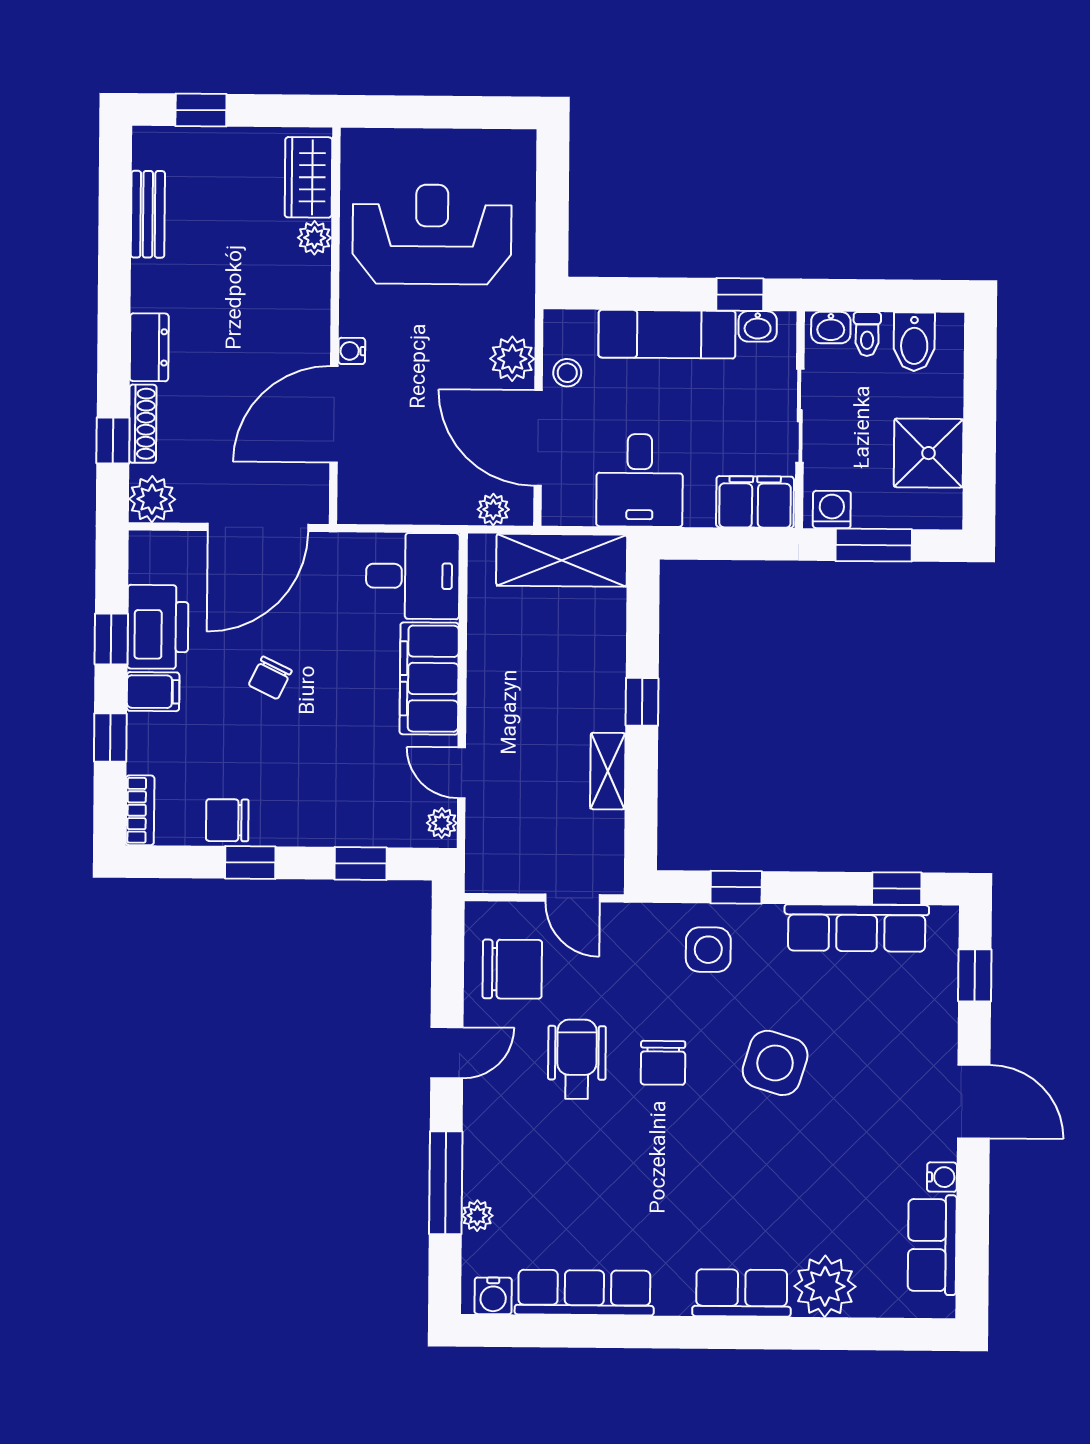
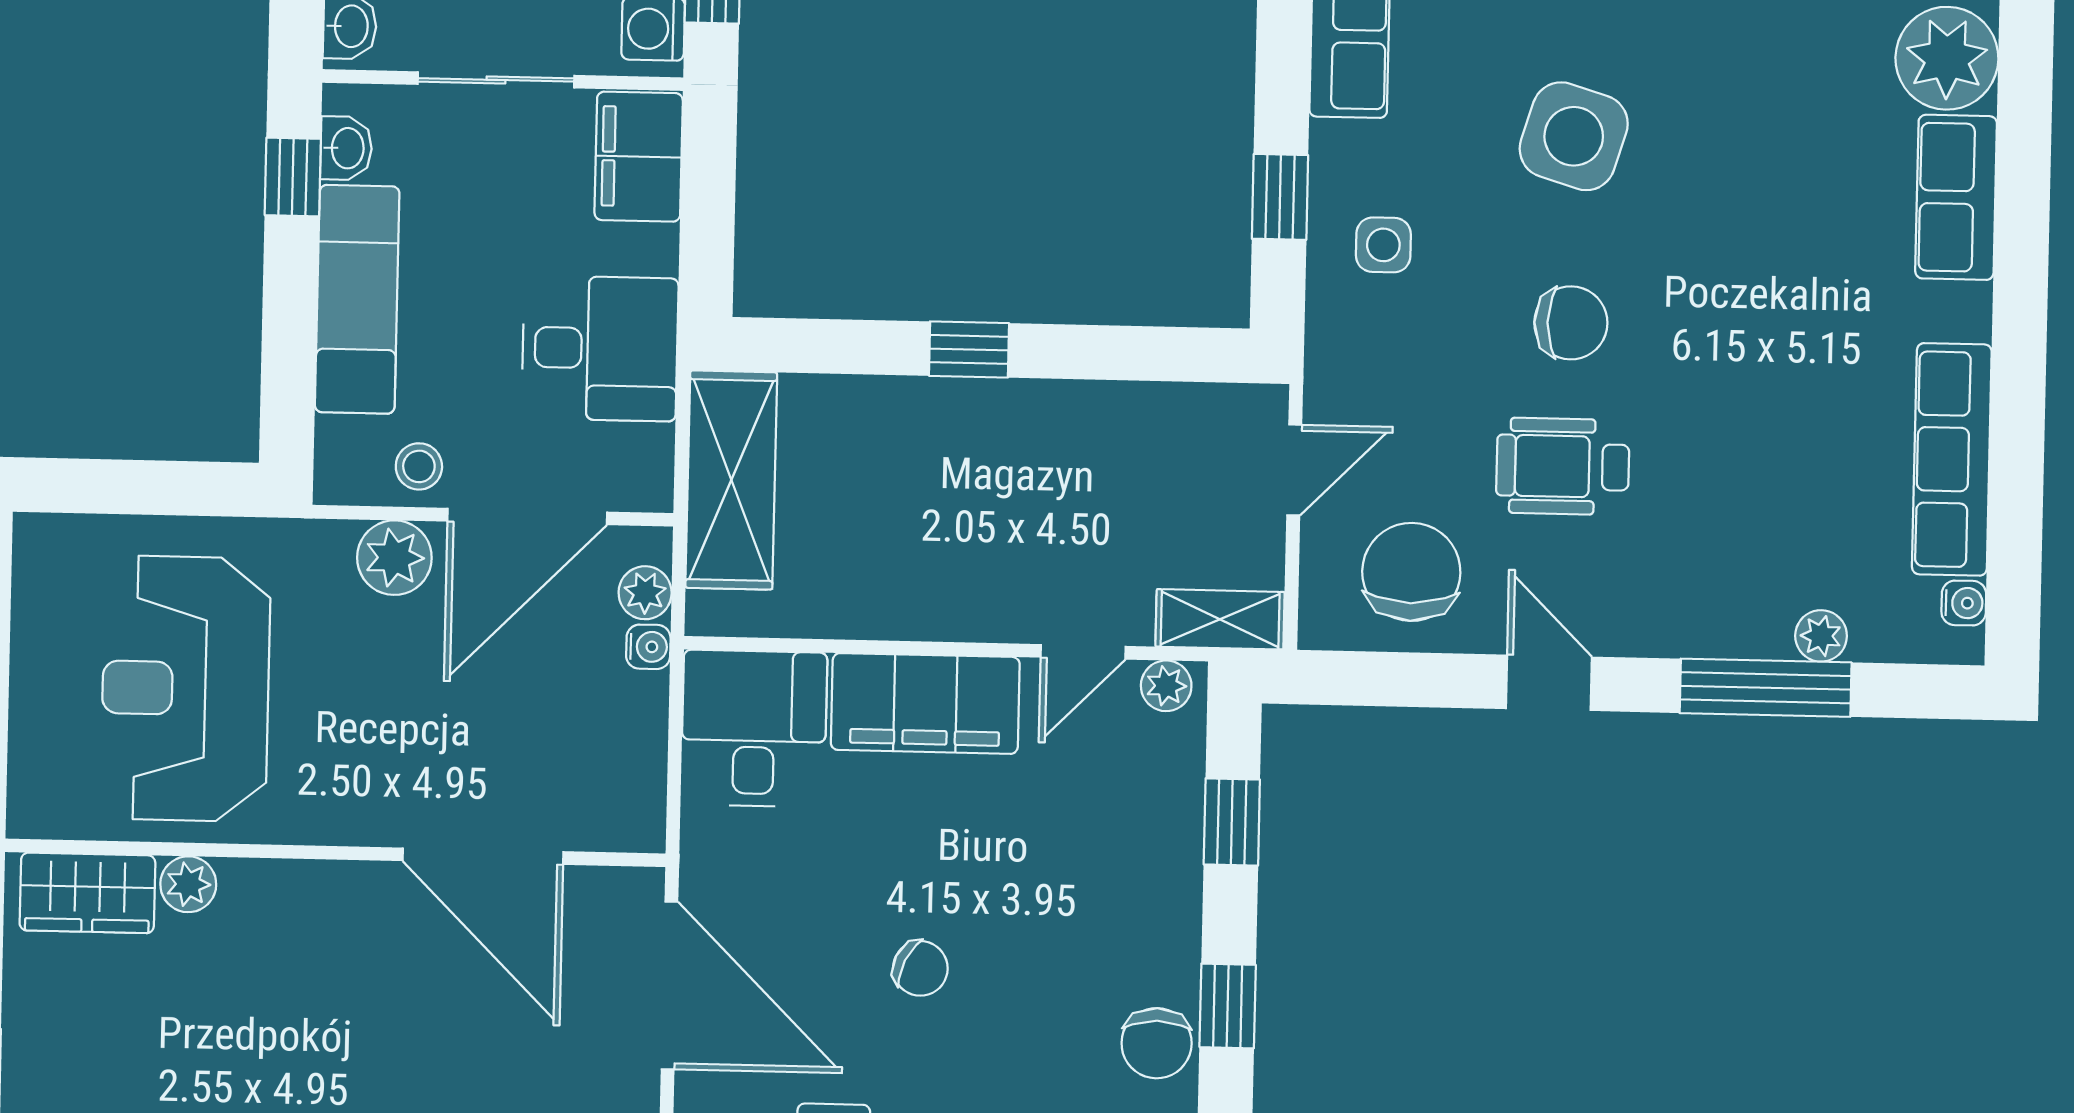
water cooler: (352, 351) -> (648, 647), moved, turned -90
shelving: (608, 771) -> (1220, 619), moved
side table: (708, 950) -> (1383, 245), width x0.73, depth x0.73
water cooler: (493, 1296) -> (1964, 603), width x0.72, depth x0.72

